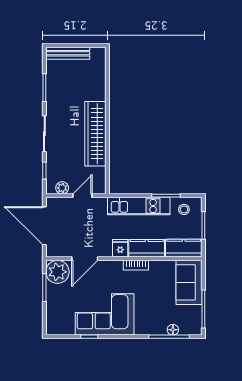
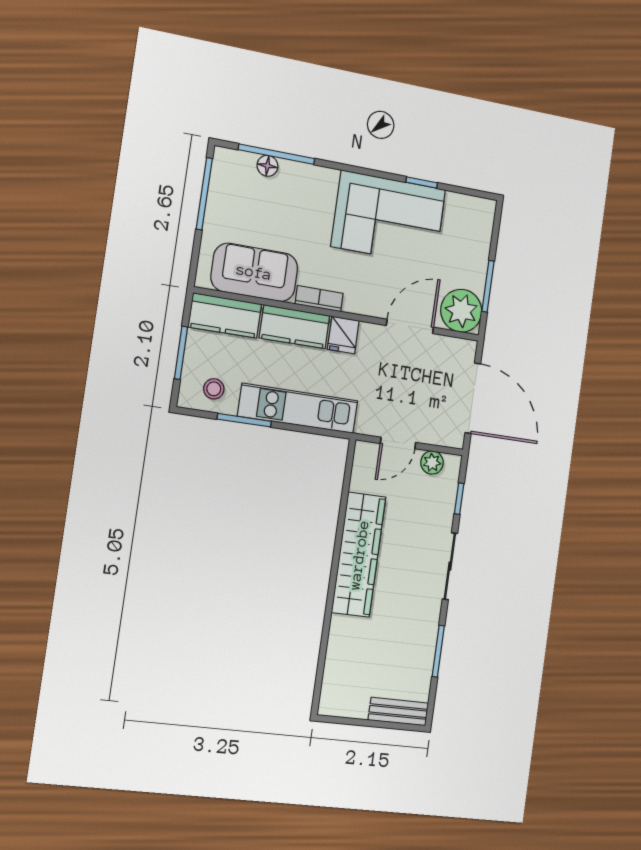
bench: (68, 53) -> (398, 712), width x0.73
sofa: (189, 282) -> (254, 272), moved, turned -90

